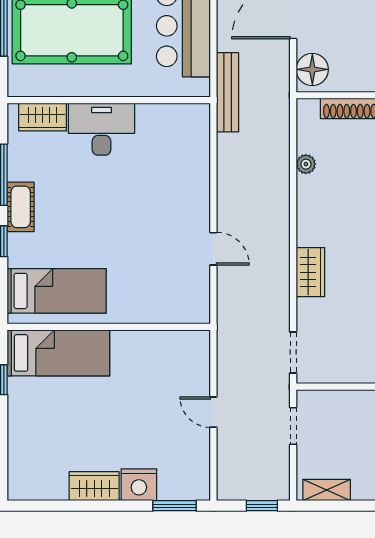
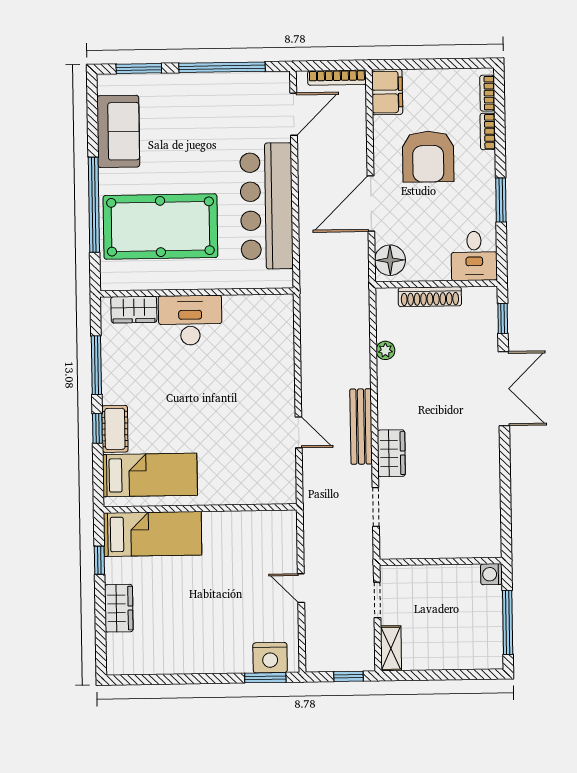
bench: (228, 92) -> (361, 427), moved
cot: (21, 207) -> (115, 429), moved
doorway: (293, 353) -> (376, 507), moved
nightstand: (139, 485) -> (270, 658), moved
wardrobe: (94, 486) -> (119, 608), moved, turned 90
shelving: (327, 490) -> (391, 648), moved, turned 90

